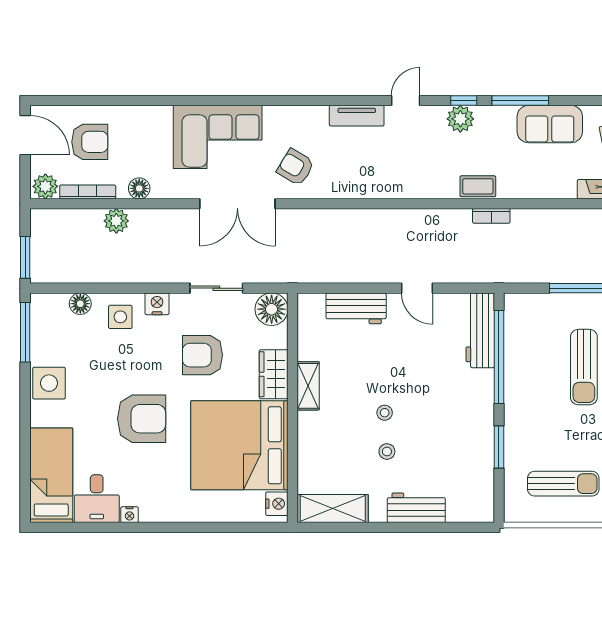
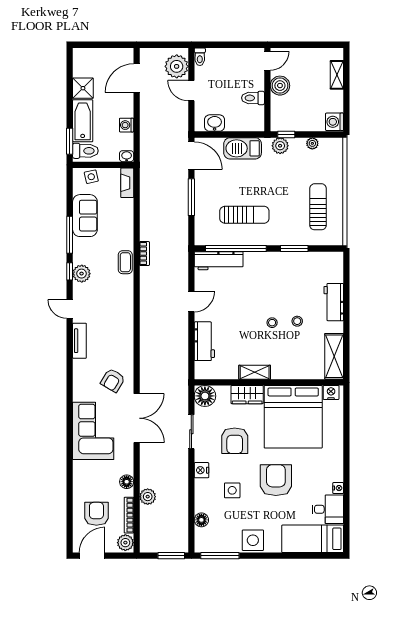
side table: (120, 317) -> (232, 490), moved
sun lounger: (584, 367) -> (244, 215), moved

